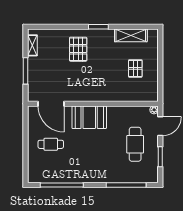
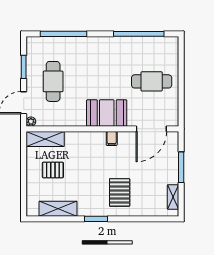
pallet: (135, 68) -> (53, 170), turned 90
filing cabinet: (85, 95) -> (112, 138), added
shelving: (142, 95) -> (45, 139), added
door: (51, 104) -> (151, 129), swing flipped
cafe table: (51, 144) -> (152, 81), width x1.37, depth x1.35

